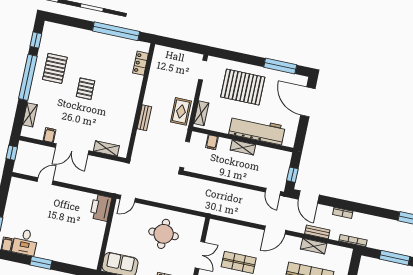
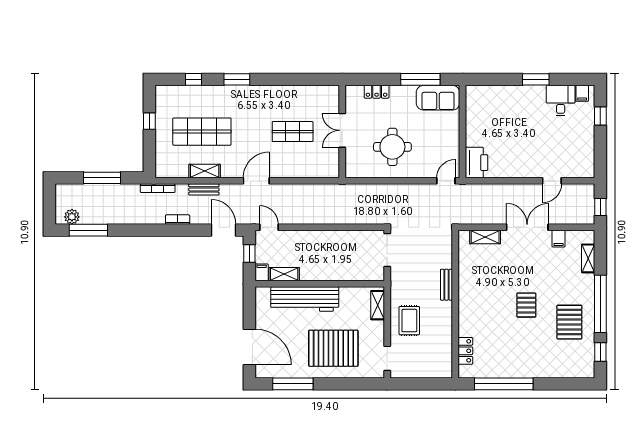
rug: (181, 111) -> (409, 321), moved
filing cabinet: (212, 142) -> (262, 272), moved
shelving: (243, 147) -> (284, 274), moved

